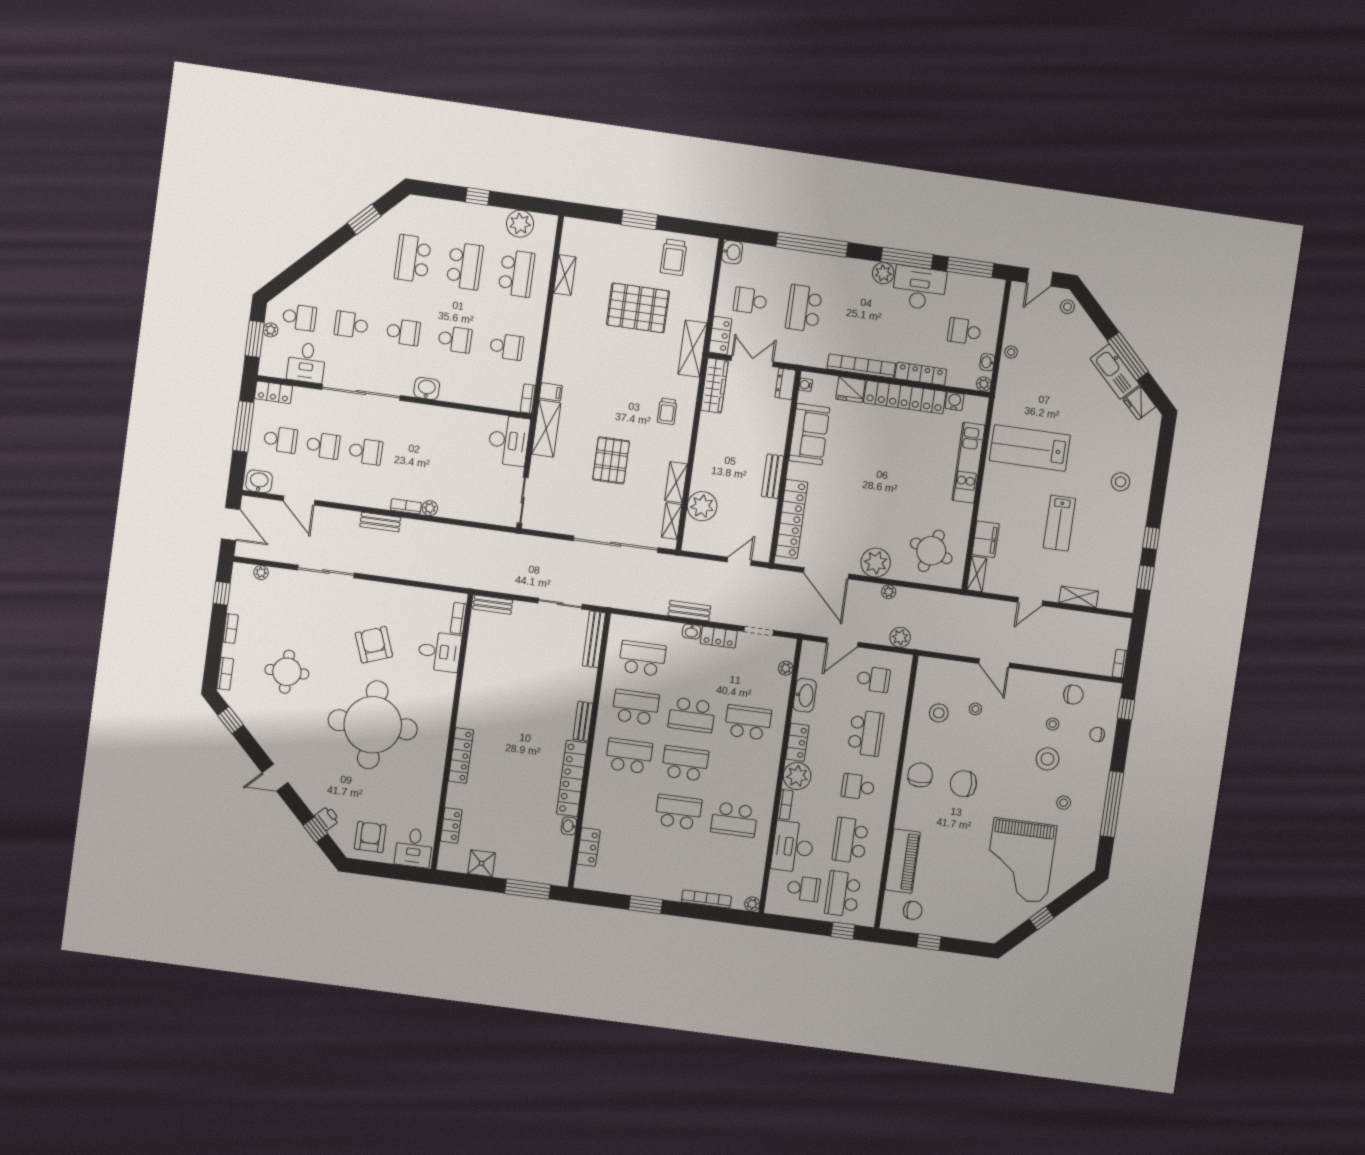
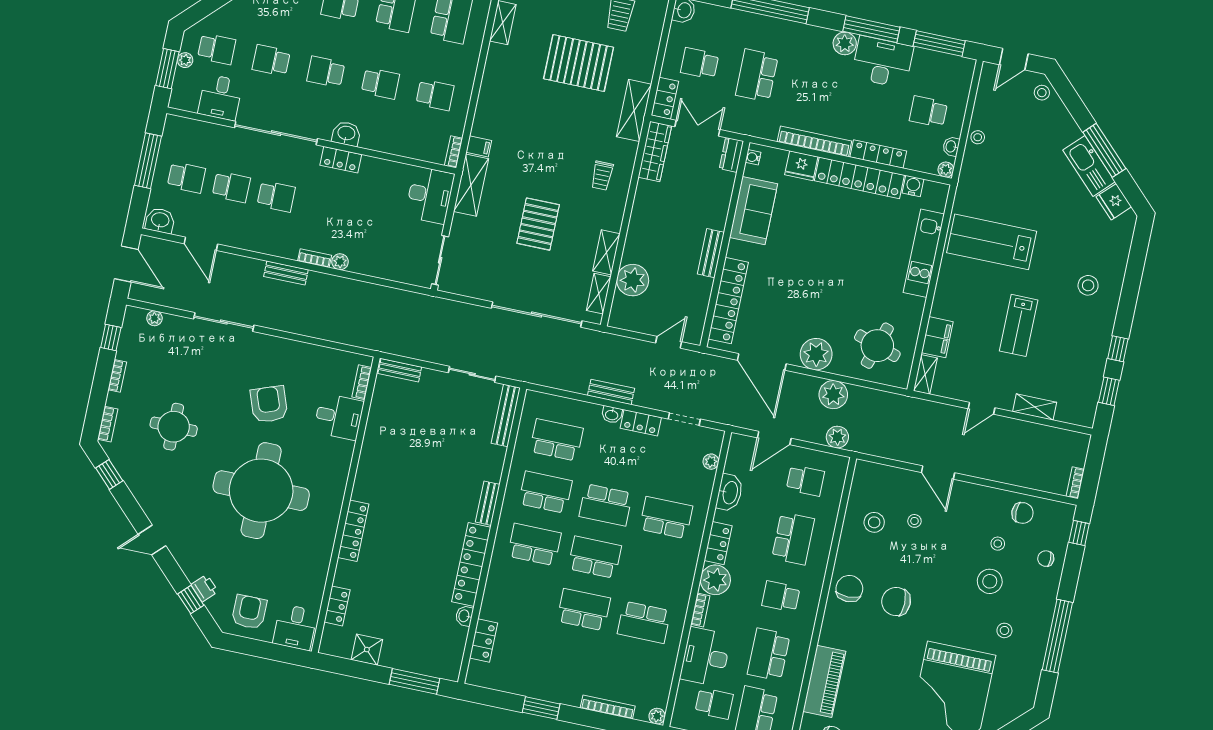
school desk: (403, 332) -> (326, 72), turned 180
locker: (274, 392) -> (341, 160), moved
plant: (889, 592) -> (833, 395), width x1.88, depth x1.88

